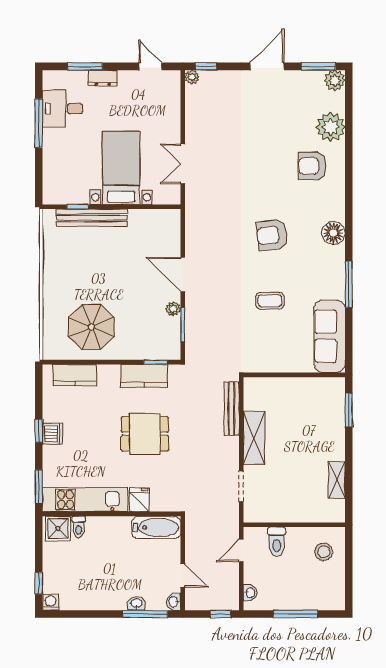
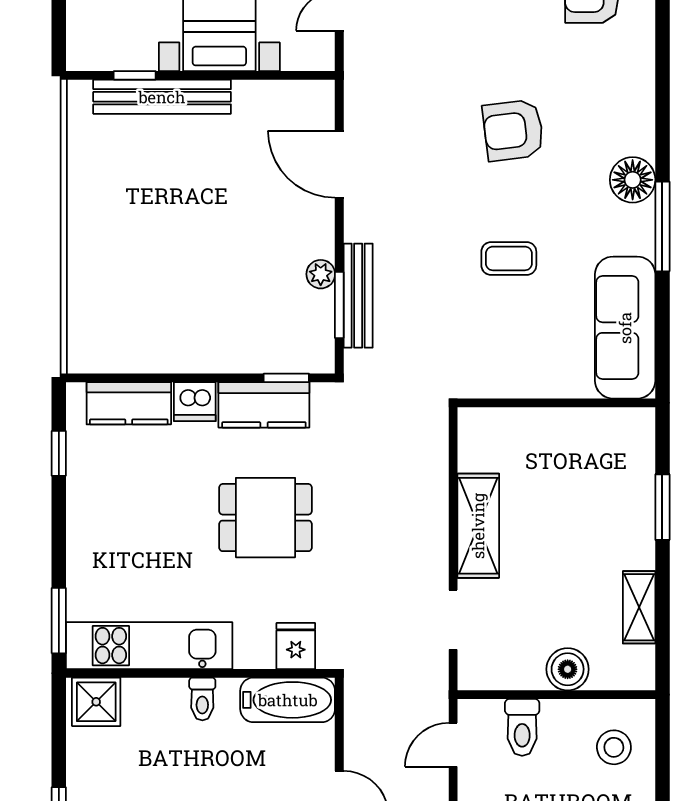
floor lamp: (333, 233) -> (633, 180), moved
door: (183, 275) -> (339, 164), moved
parasol: (91, 327) -> (161, 309), removed
bench: (232, 409) -> (358, 296), moved
window: (349, 410) -> (662, 507), moved
window: (39, 431) -> (59, 453), moved
dishwasher: (52, 434) -> (195, 402), moved, turned 90
fridge: (139, 500) -> (296, 646), moved
boiler: (300, 512) -> (568, 669), added
toilet: (79, 527) -> (202, 699), moved

